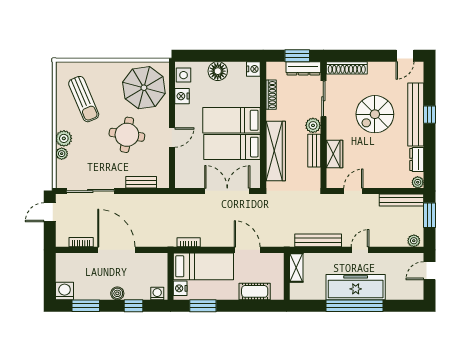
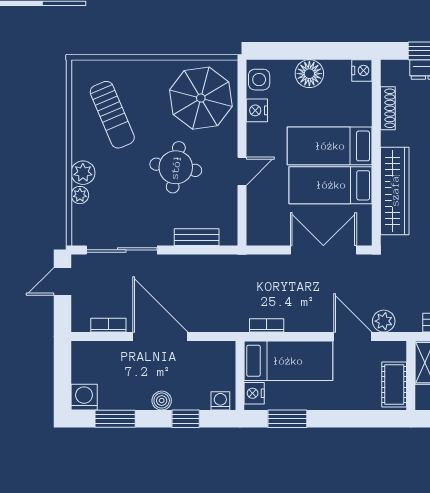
plant: (268, 239) -> (384, 321), added
cot: (255, 291) -> (394, 385), moved, turned 90

